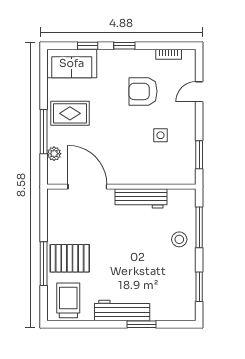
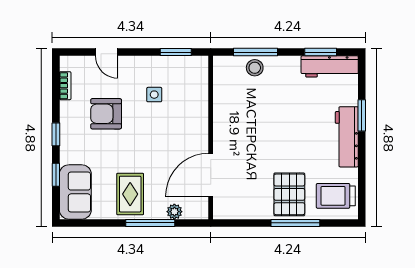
armchair: (143, 91) -> (106, 114), turned 90
workbench: (141, 198) -> (330, 66), moved, turned 90
stool: (179, 239) -> (255, 68), moved

